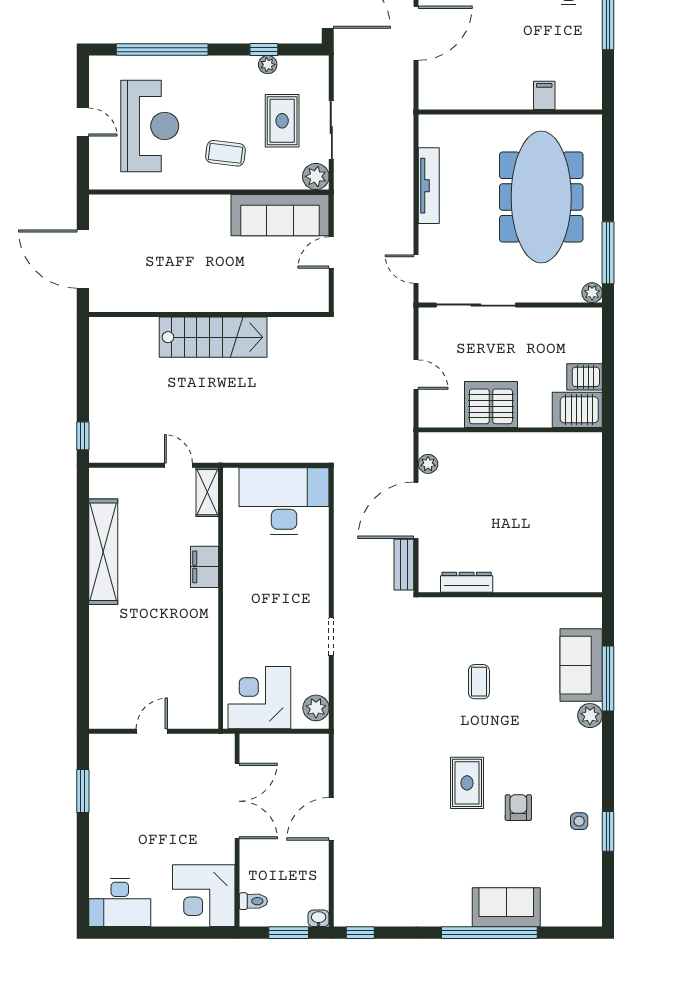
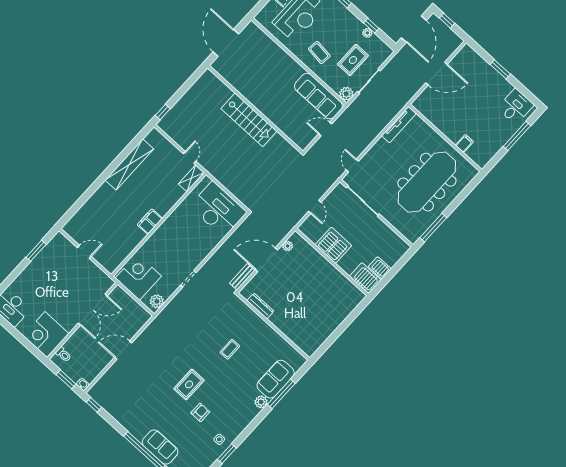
tv unit: (429, 186) -> (399, 125), moved
plant: (592, 293) -> (413, 238), removed
filing cabinet: (204, 567) -> (150, 222), moved

